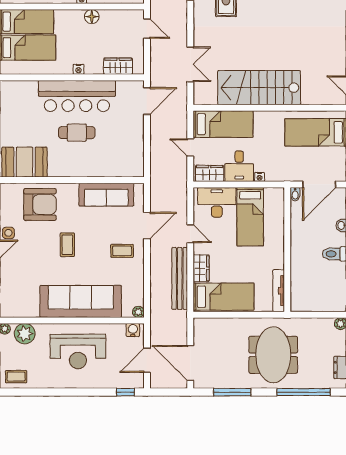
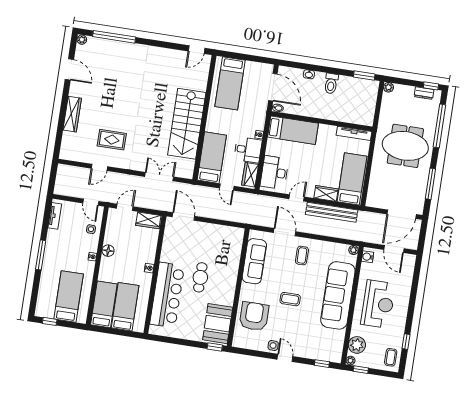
wardrobe: (118, 66) -> (148, 220), moved, turned -90
bar counter: (77, 96) -> (167, 295), moved
door: (190, 148) -> (227, 187), hinge flipped
bed: (250, 217) -> (293, 130), moved
window: (126, 392) -> (406, 342), moved

